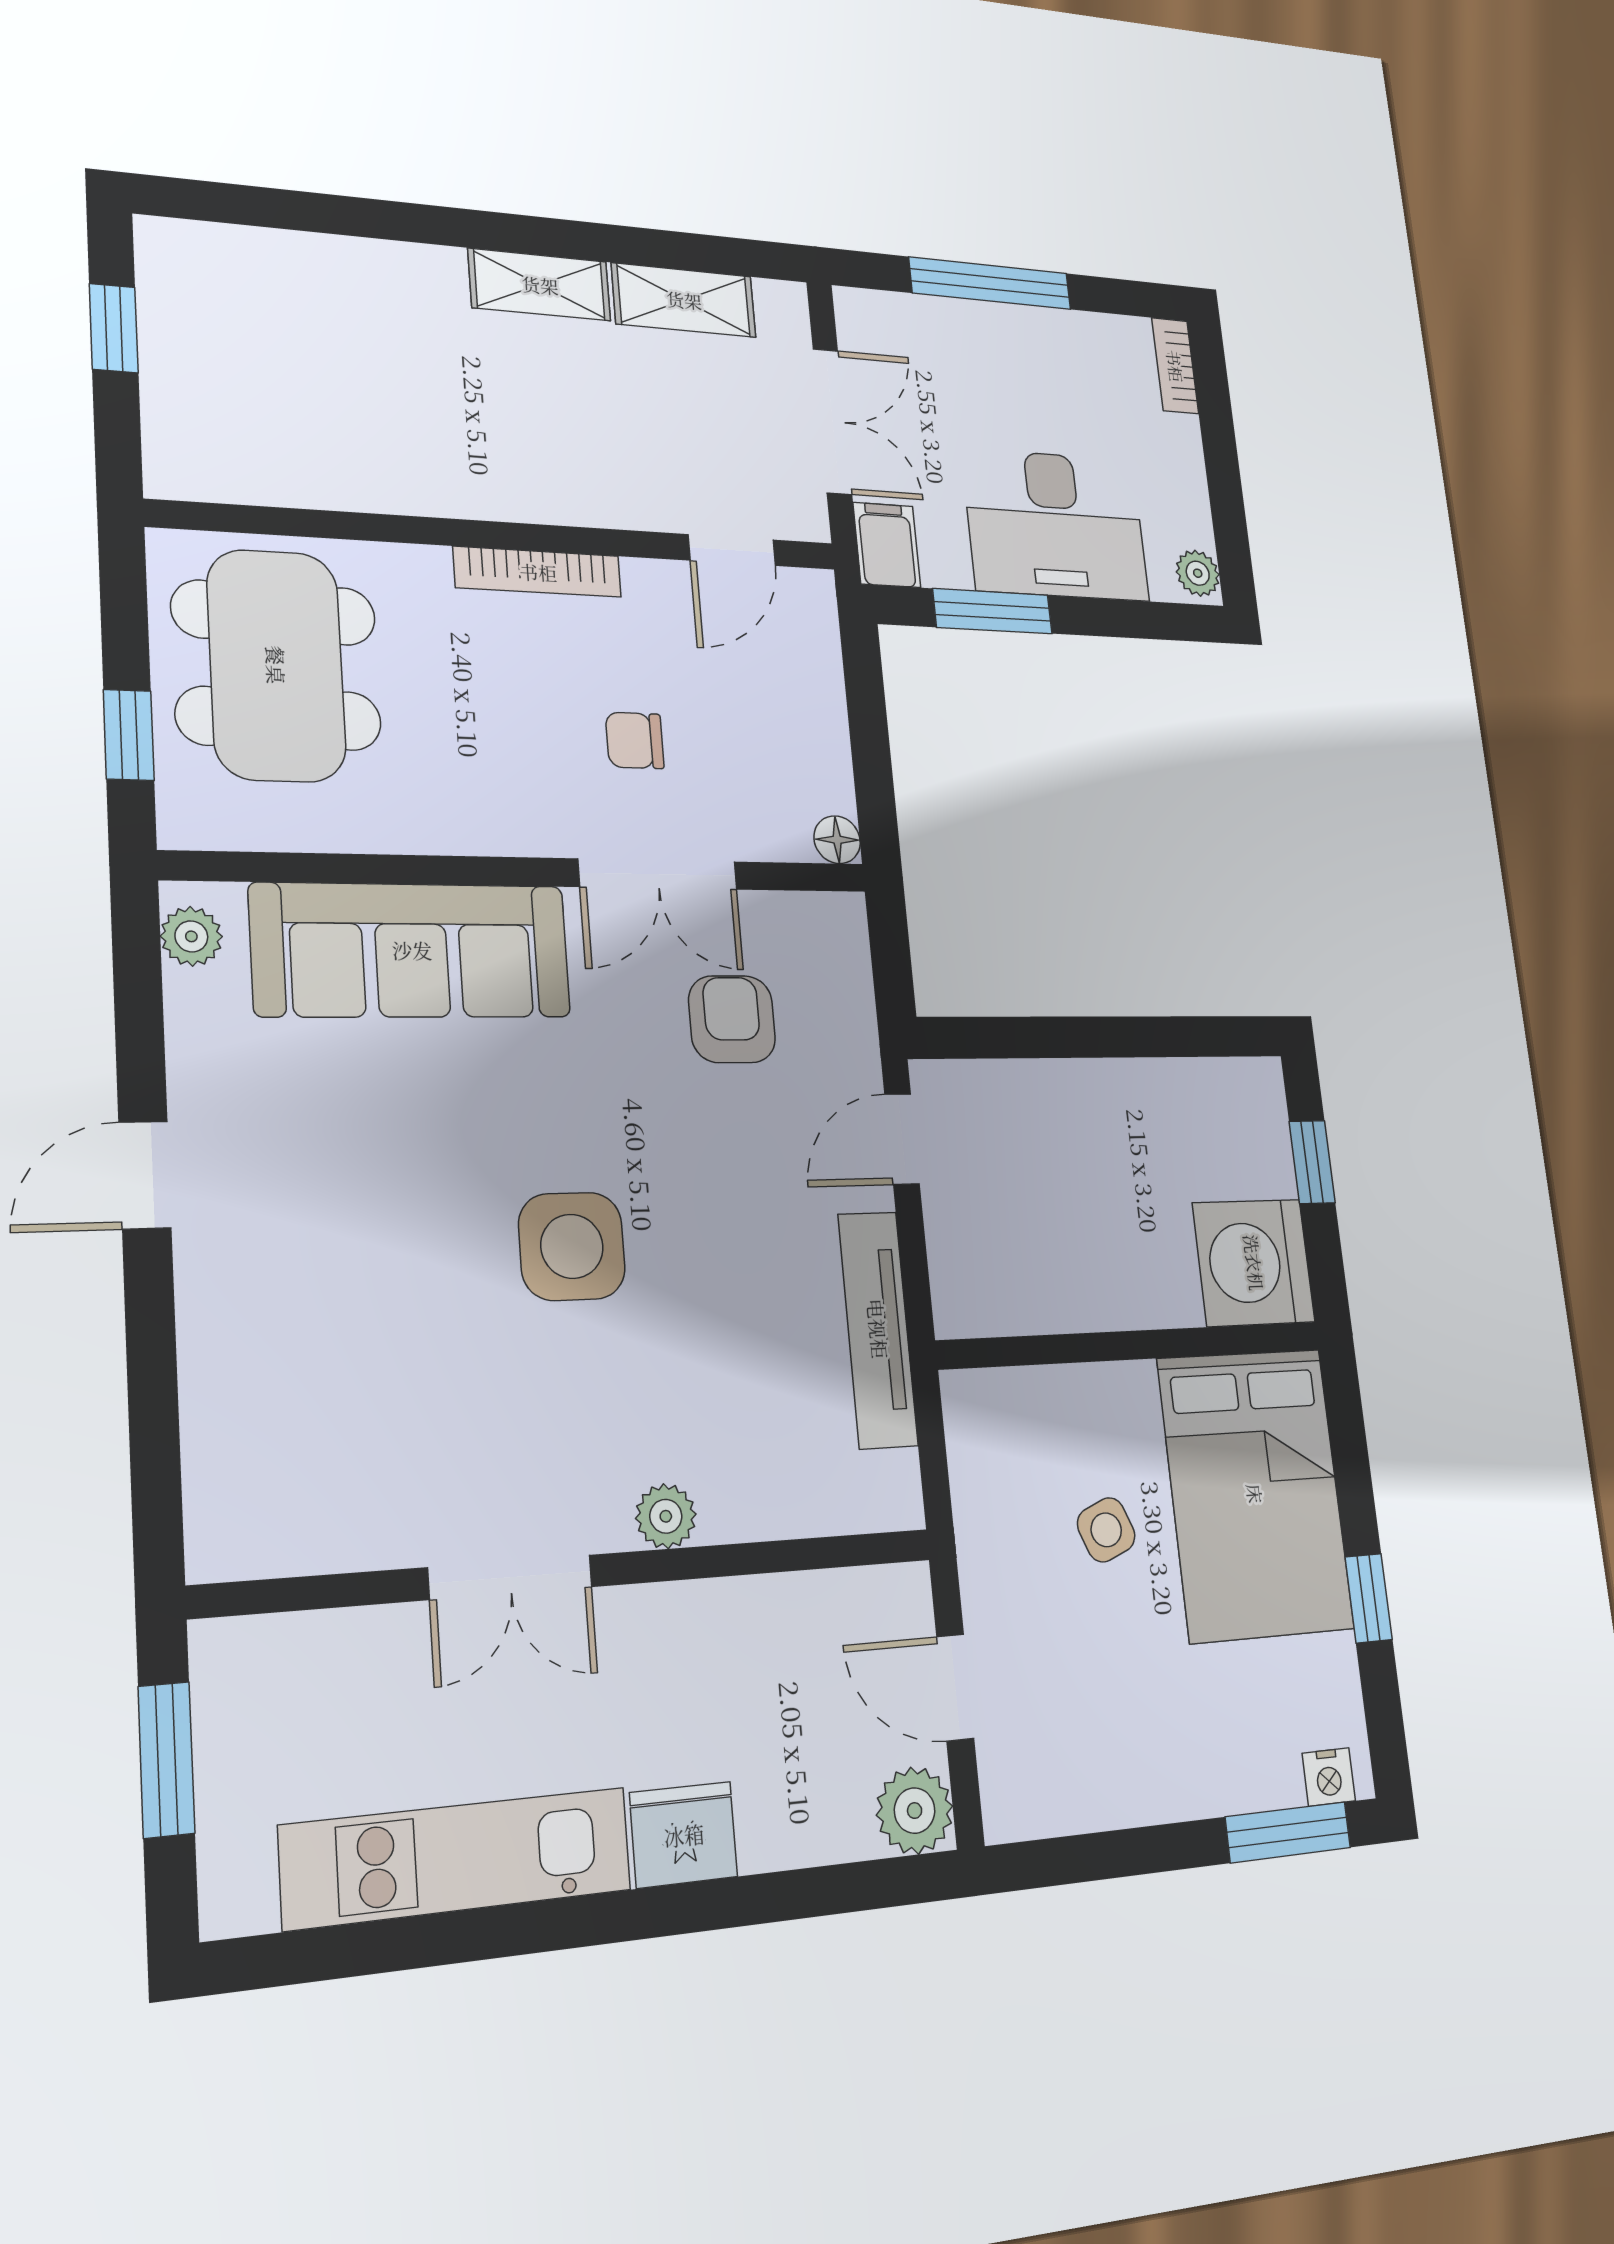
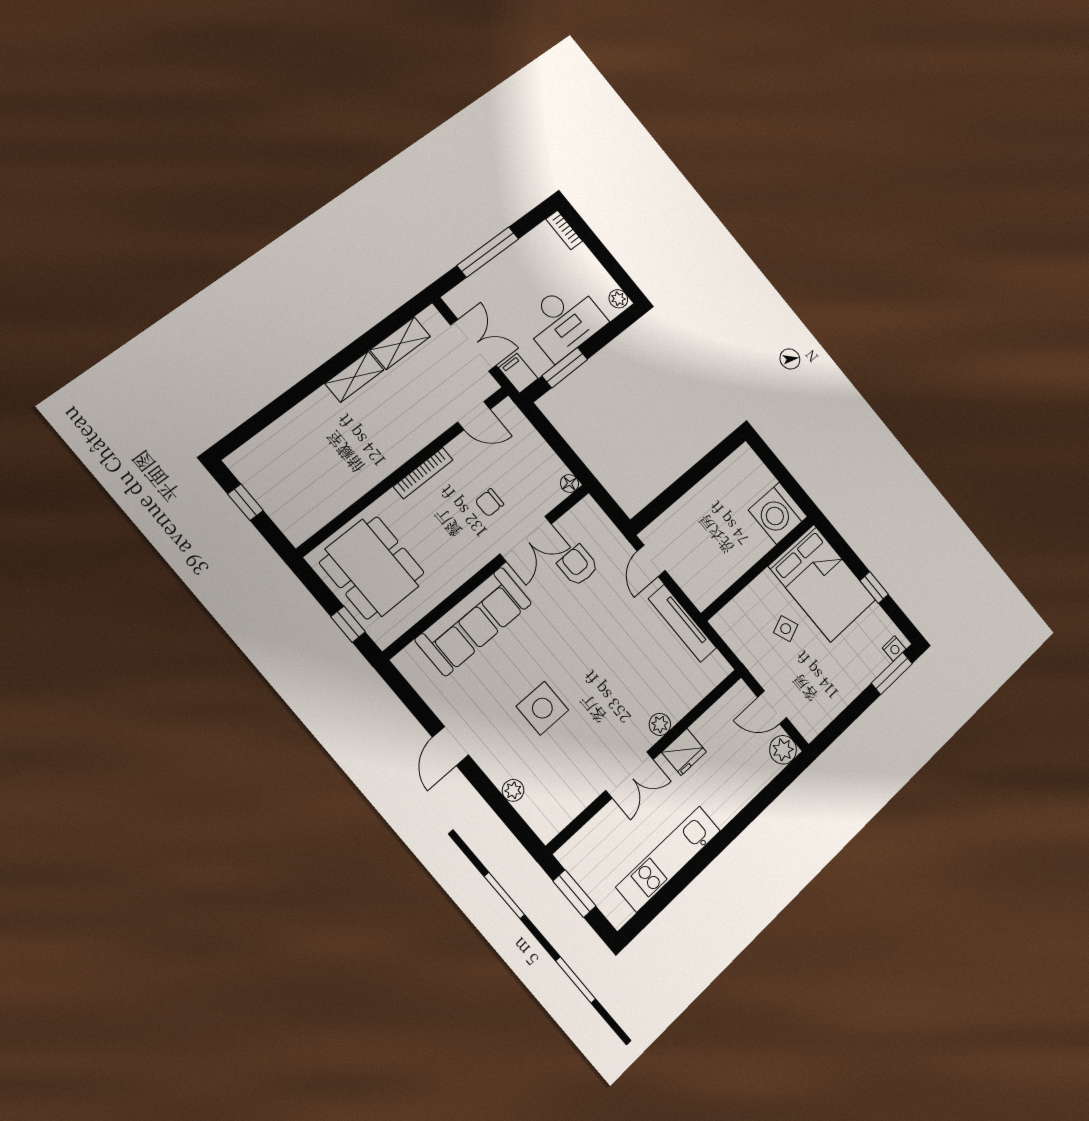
door: (732, 550) -> (474, 416), hinge flipped
plant: (191, 936) -> (513, 790), moved
window: (1312, 1162) -> (776, 467), removed
side table: (572, 1246) -> (542, 708), moved
fridge: (684, 1835) -> (684, 752), moved, turned 180

